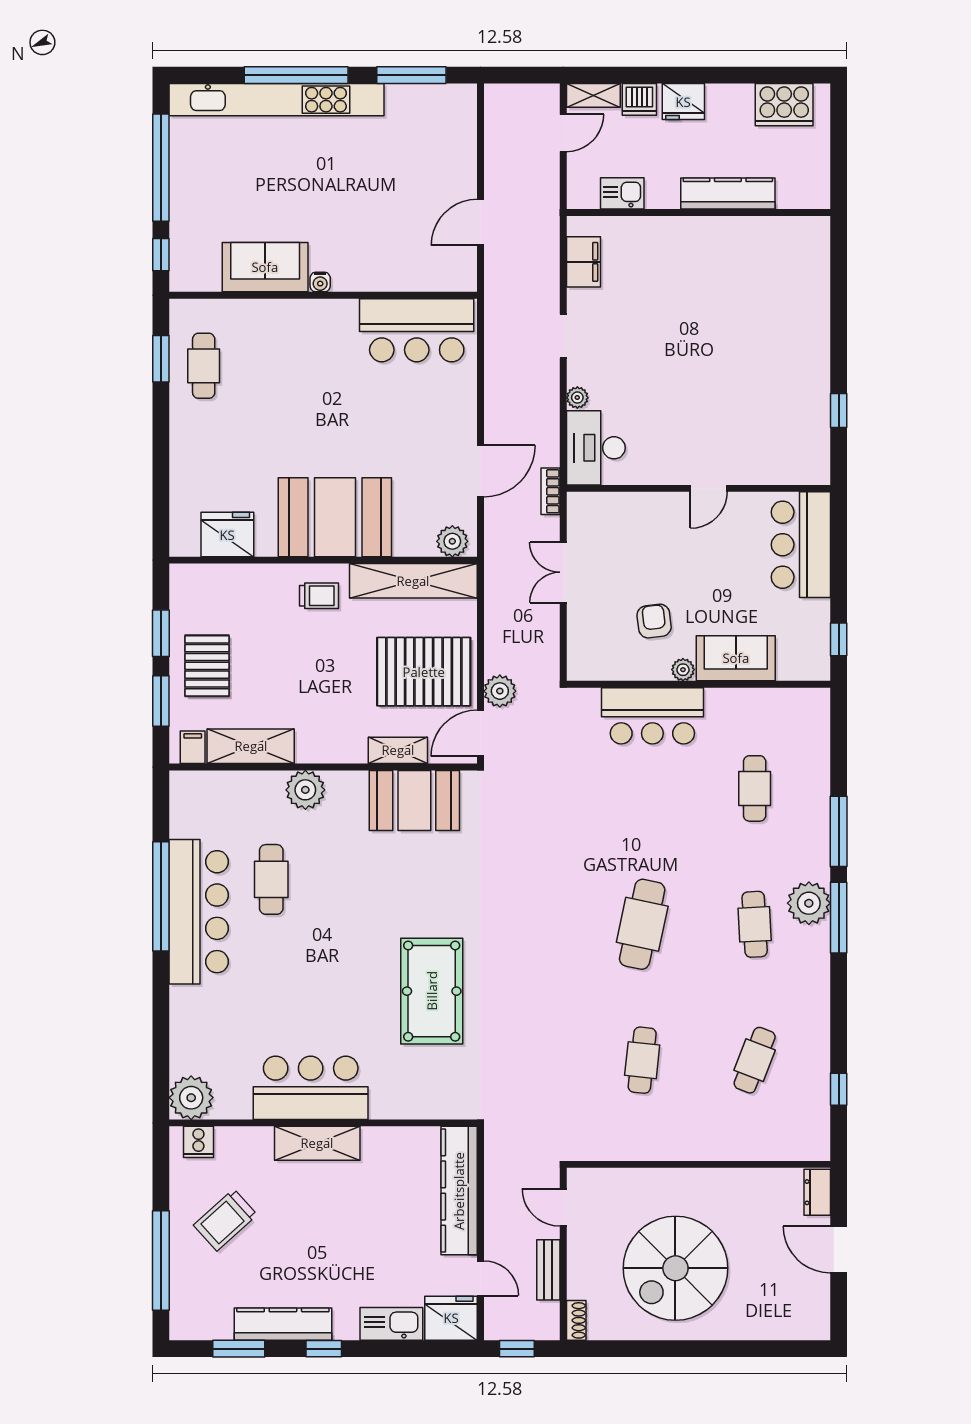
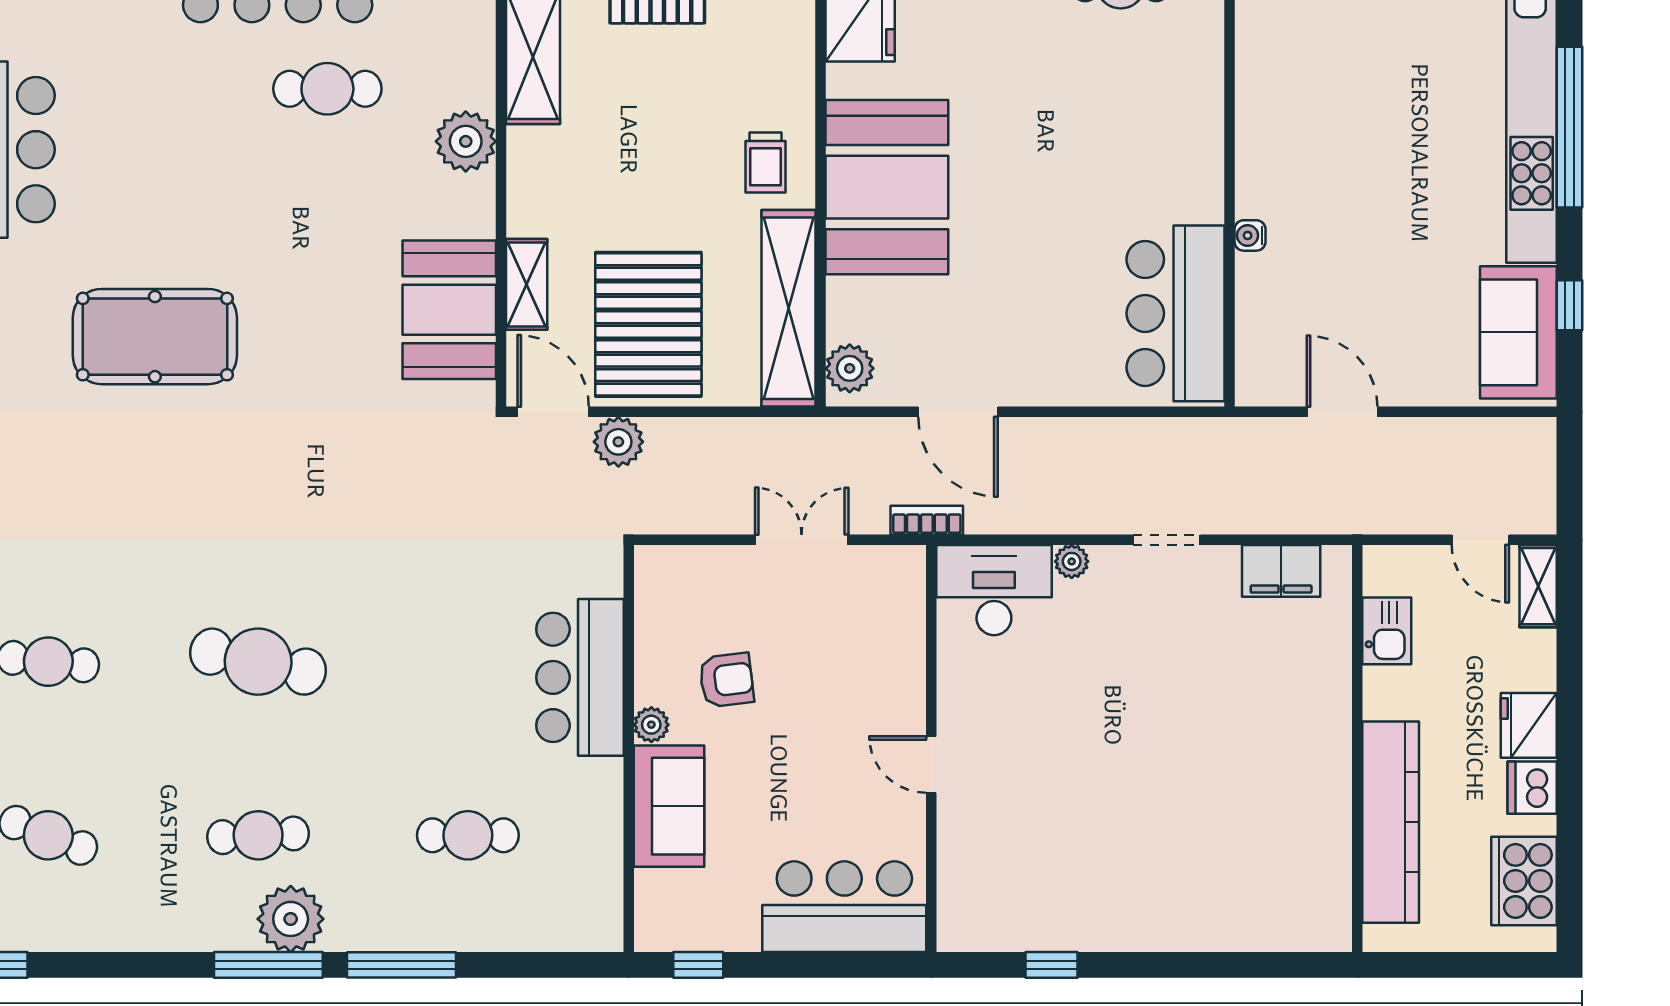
window: (411, 75) -> (1570, 305), width x0.46
dishwasher: (639, 99) -> (1532, 788), moved
kitchen counter: (728, 194) -> (1391, 822), width x1.39, depth x1.17
sofa: (265, 267) -> (1518, 332), moved, turned 180
water cooler: (320, 282) -> (1250, 235), moved

